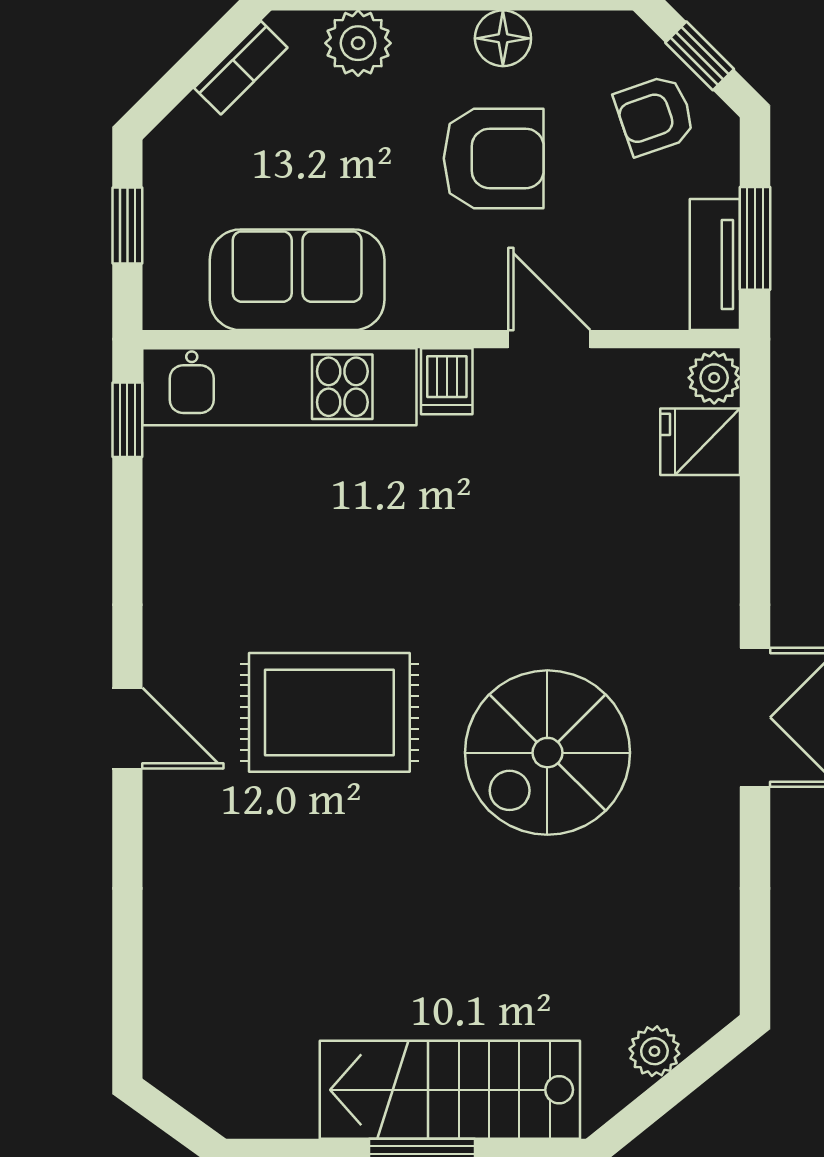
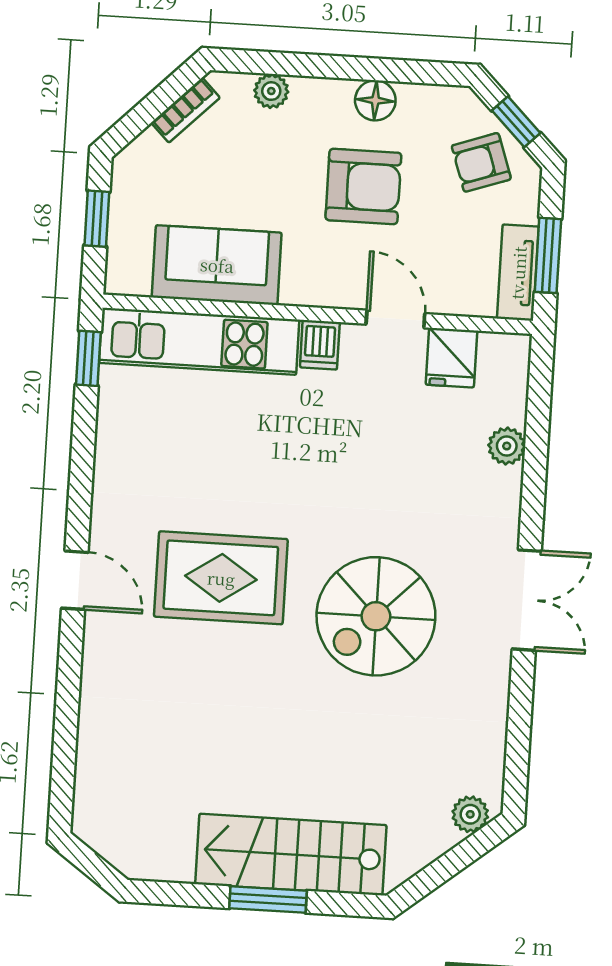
plant: (358, 43) -> (271, 91), width x0.73, depth x0.73
plant: (714, 378) -> (507, 446), moved
fridge: (700, 442) -> (451, 358), moved, turned -90
plant: (654, 1051) -> (470, 814), moved

